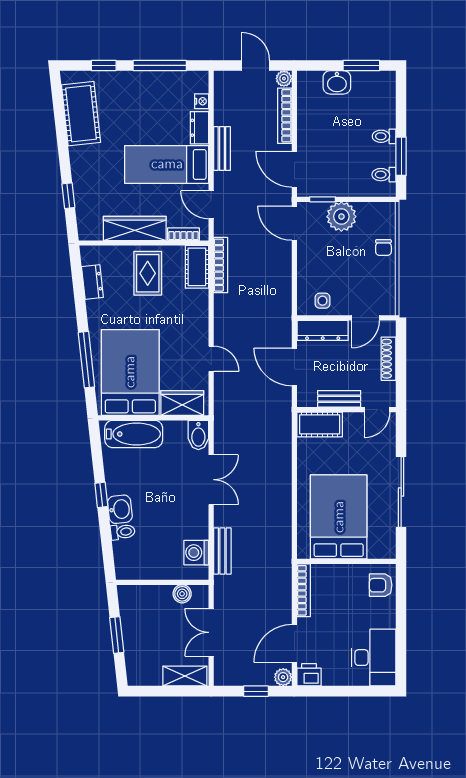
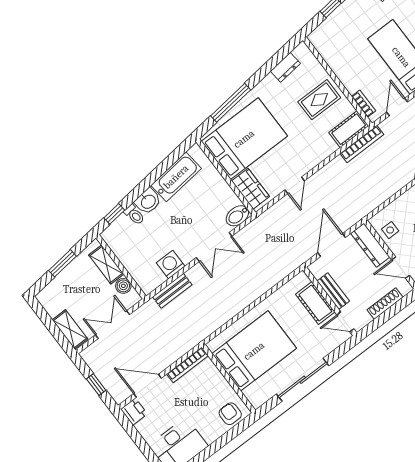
wardrobe: (135, 228) -> (343, 68), removed
cot: (320, 424) -> (315, 303), moved
bathtub: (134, 434) -> (176, 177), moved, turned -96
window: (101, 495) -> (114, 214), moved
washing machine: (196, 553) -> (171, 265), moved
shelving: (150, 595) -> (106, 265), added
plant: (283, 677) -> (119, 395), removed

